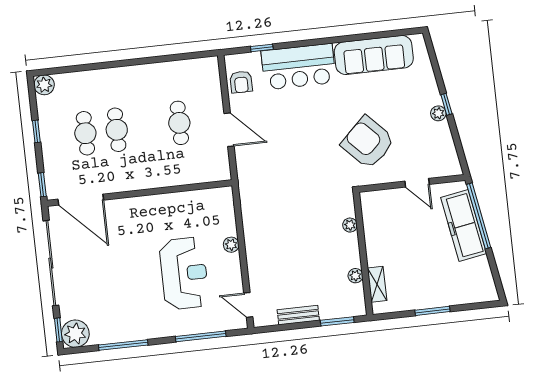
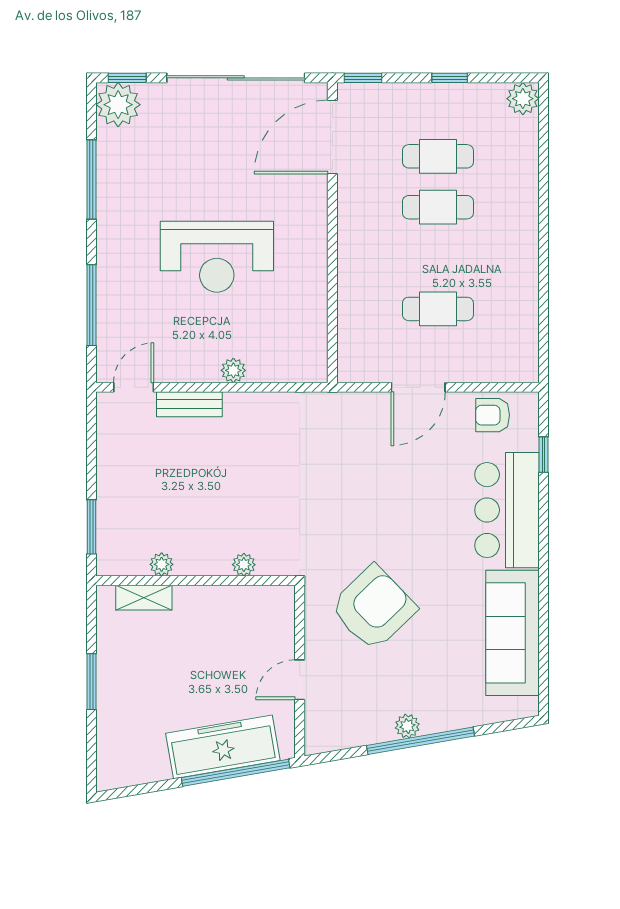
window: (446, 104) -> (420, 741), width x3.17
reception desk: (184, 273) -> (217, 257), moved
bench: (298, 315) -> (189, 404), moved, turned 90

